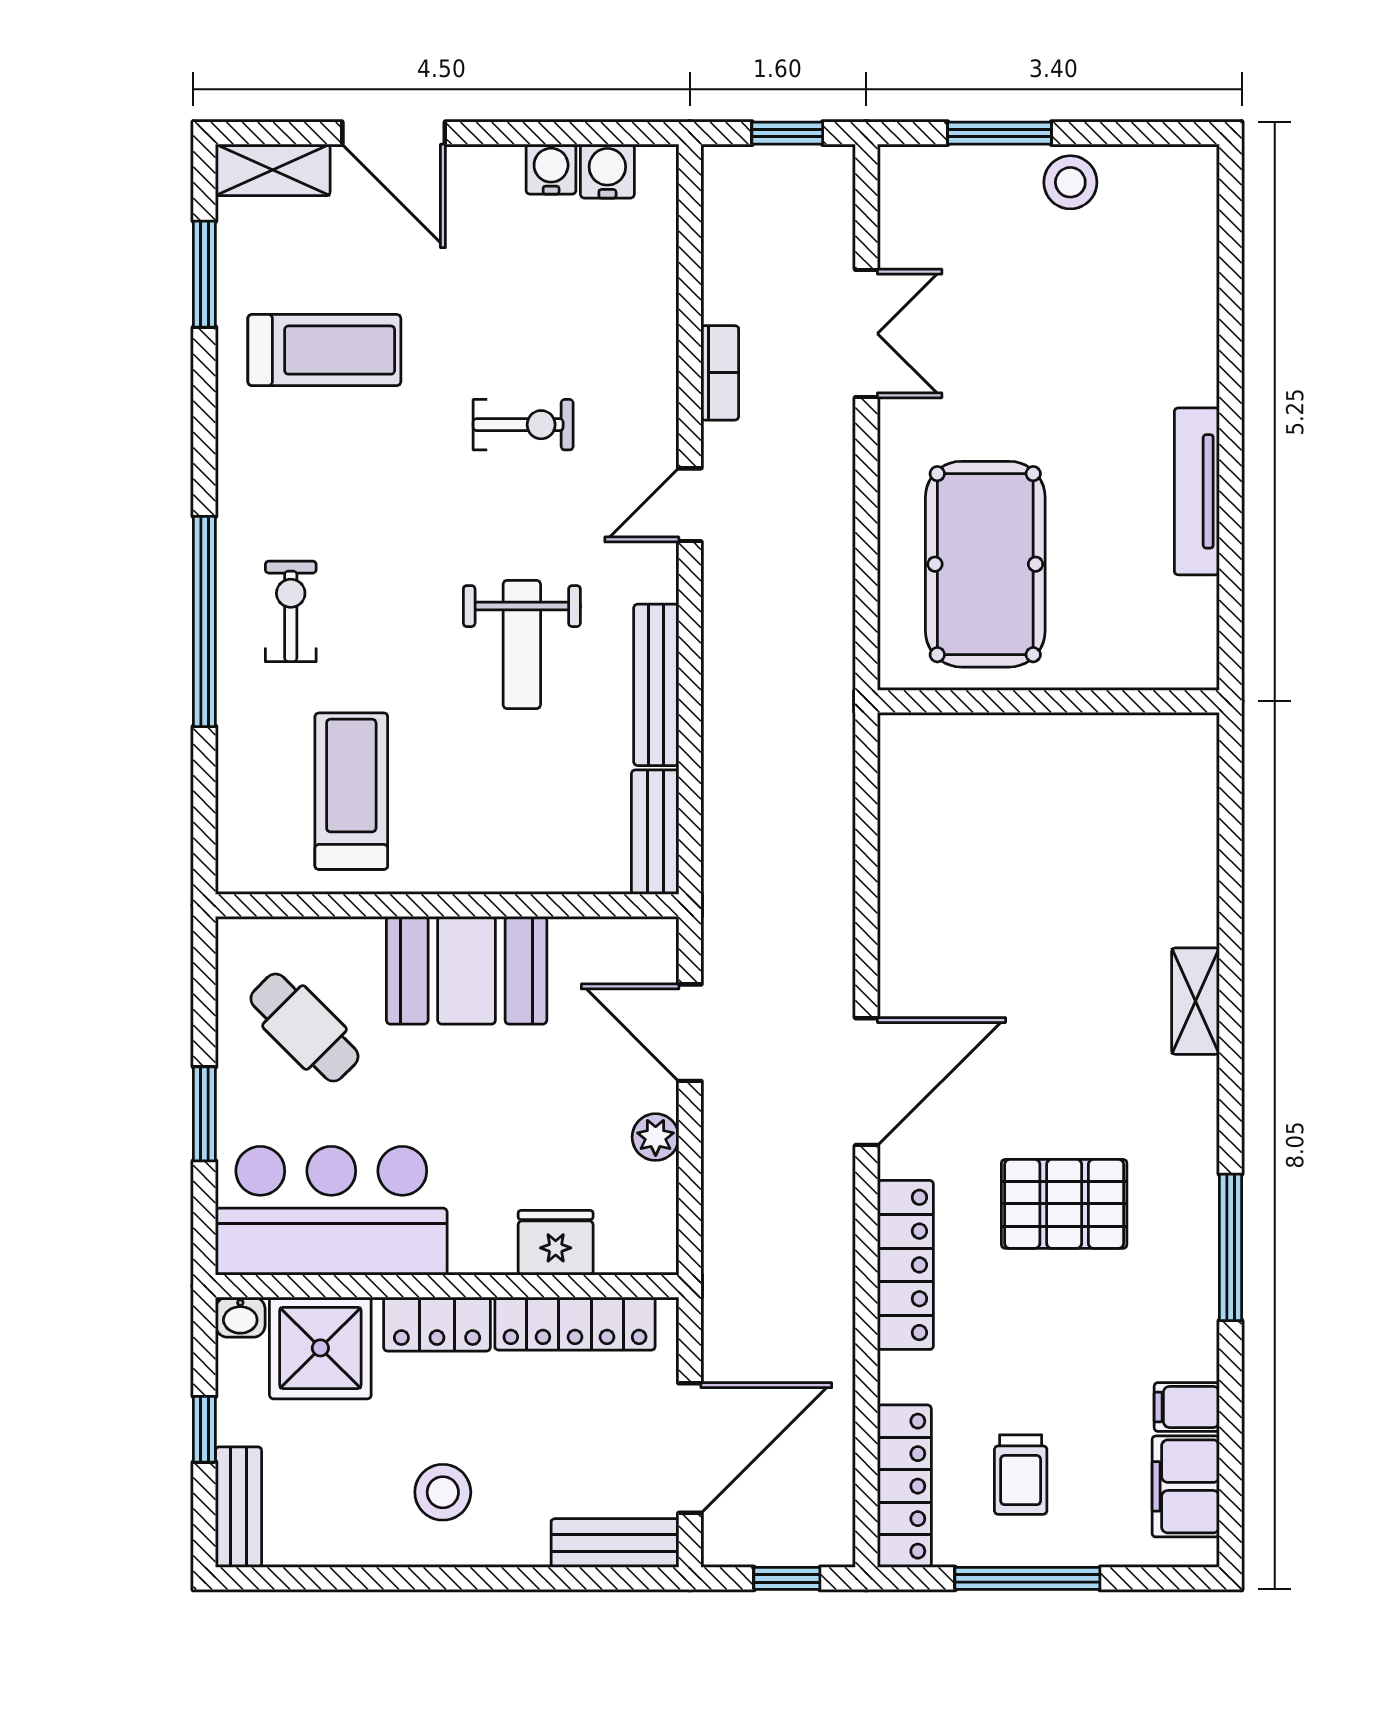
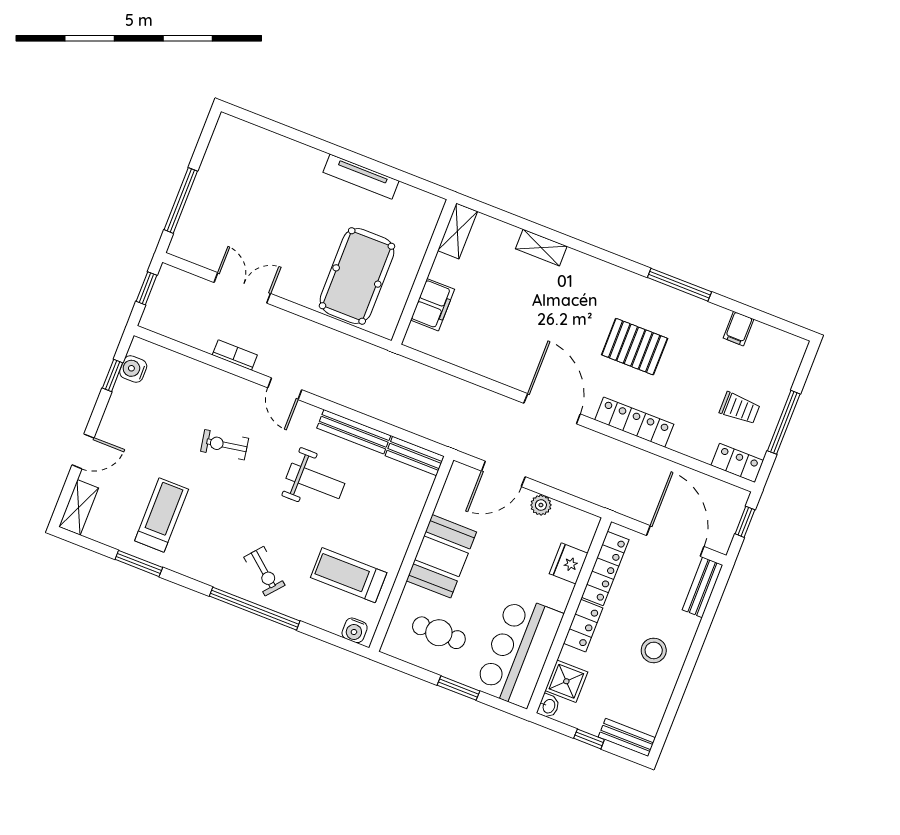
door: (394, 133) -> (83, 451), width x0.73
window: (577, 133) -> (113, 375), added
window: (1000, 133) -> (181, 200), width x1.44
water cooler: (551, 169) -> (355, 630), moved, turned -90
stool: (1070, 182) -> (213, 179), removed
window: (204, 274) -> (139, 563), moved
exercise bike: (523, 425) -> (225, 445), turned -100
pool table: (985, 564) -> (357, 276), turned 90
exercise bike: (291, 611) -> (264, 571), turned -140
shelving: (1162, 738) -> (458, 231), added
shelving: (1196, 1001) -> (541, 248), moved
cafe table: (304, 1028) -> (439, 633), turned 45
pallet: (1064, 1204) -> (635, 347), turned 90
shower: (320, 1348) -> (566, 681), width x0.73, depth x0.73
locker: (904, 1486) -> (737, 463), width x0.66
filing cabinet: (1186, 1486) -> (433, 305), moved, turned -90

